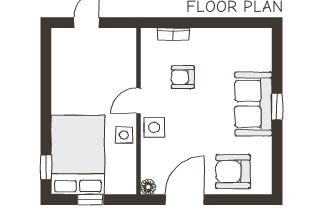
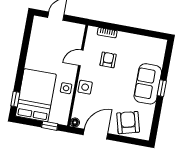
armchair: (183, 77) -> (108, 60), turned 90
door: (139, 101) -> (81, 58), moved
armchair: (233, 172) -> (128, 123), turned 75
window: (90, 200) -> (50, 126), moved

